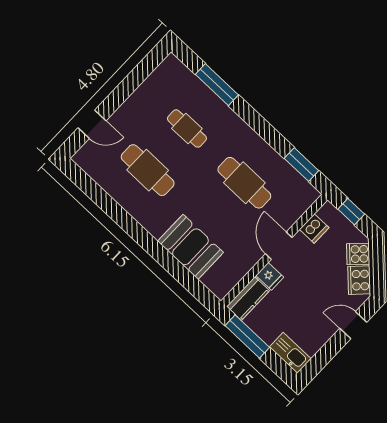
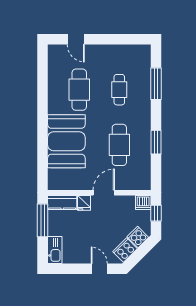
window: (301, 165) -> (156, 142), moved
dishwasher: (314, 228) -> (143, 202), moved
booth: (190, 247) -> (66, 141), width x1.36, depth x1.42

